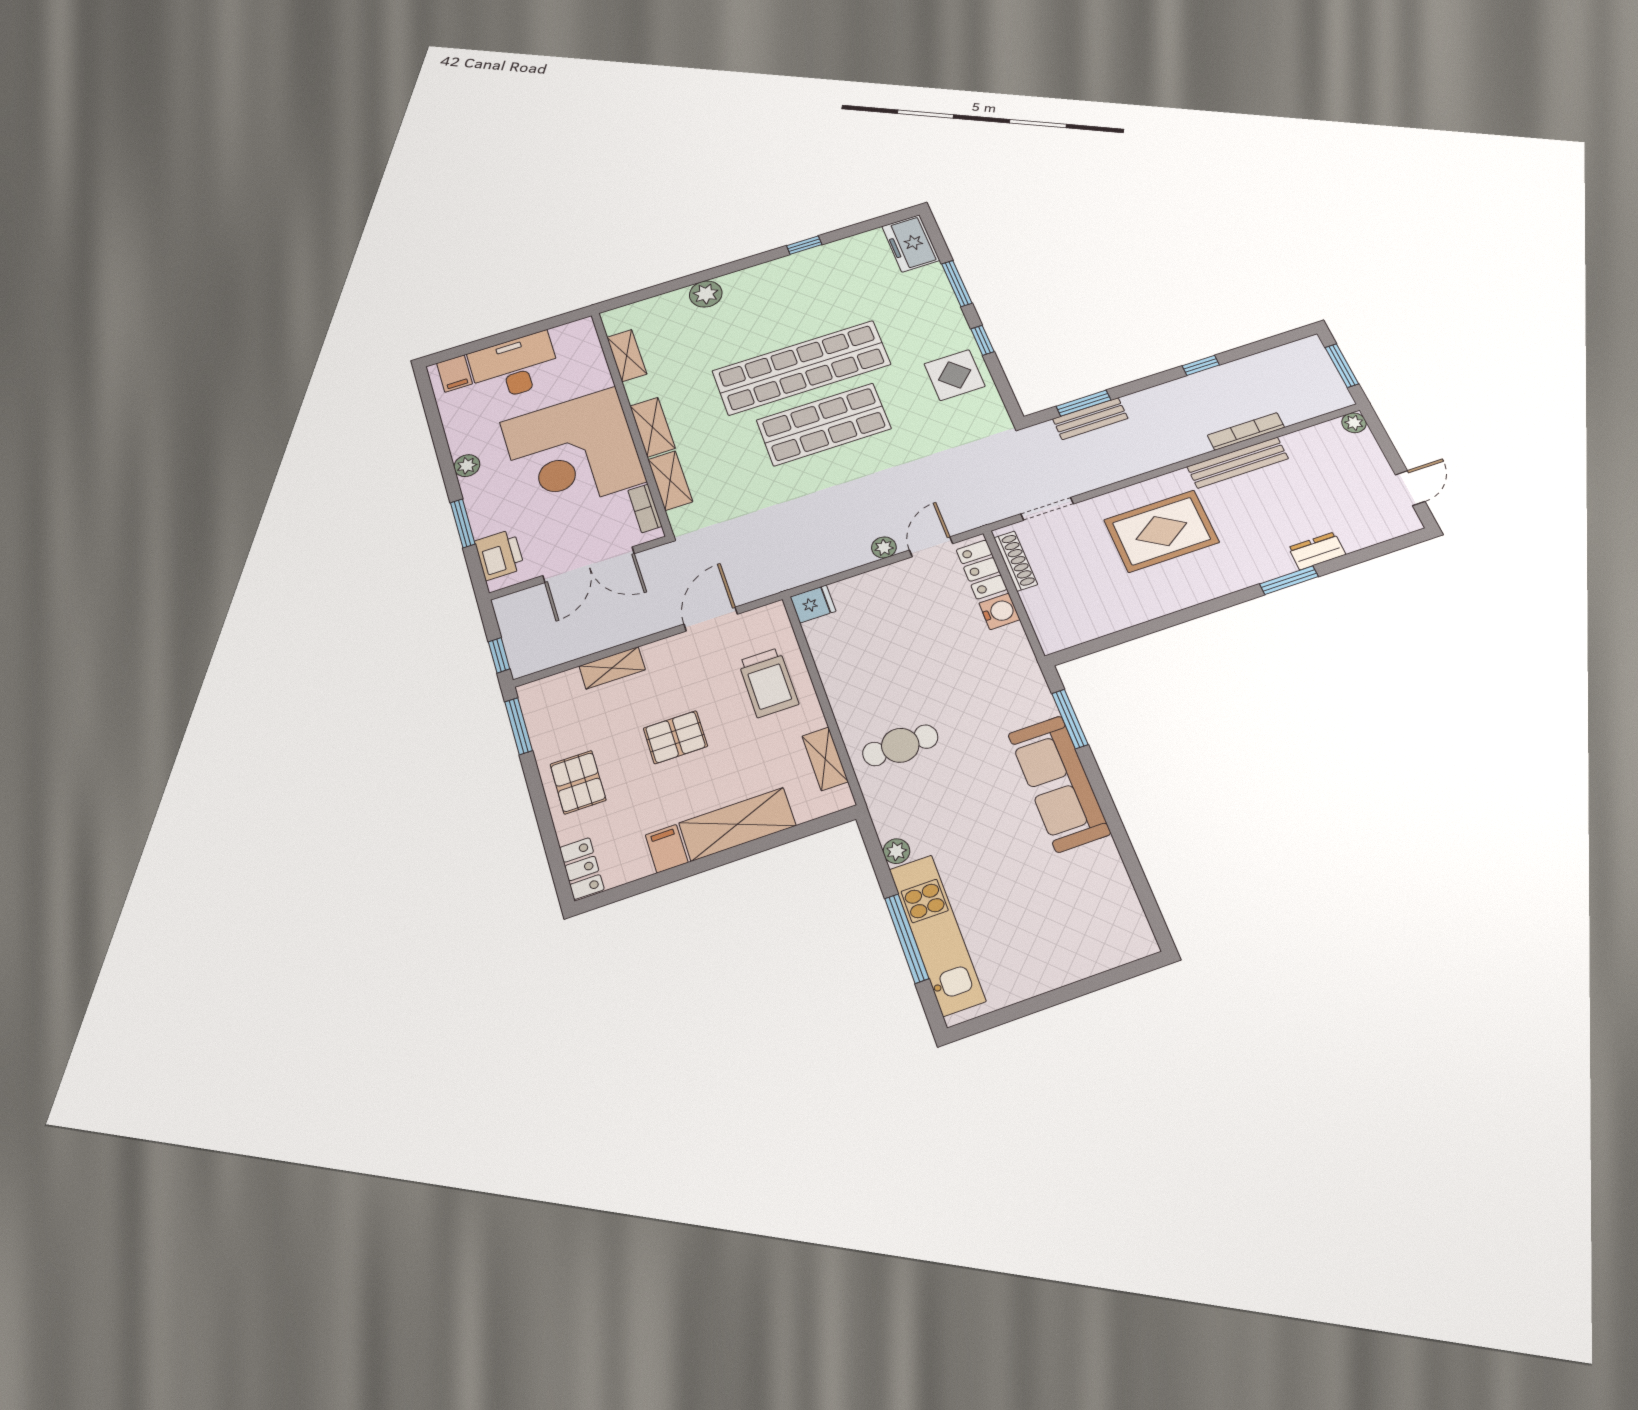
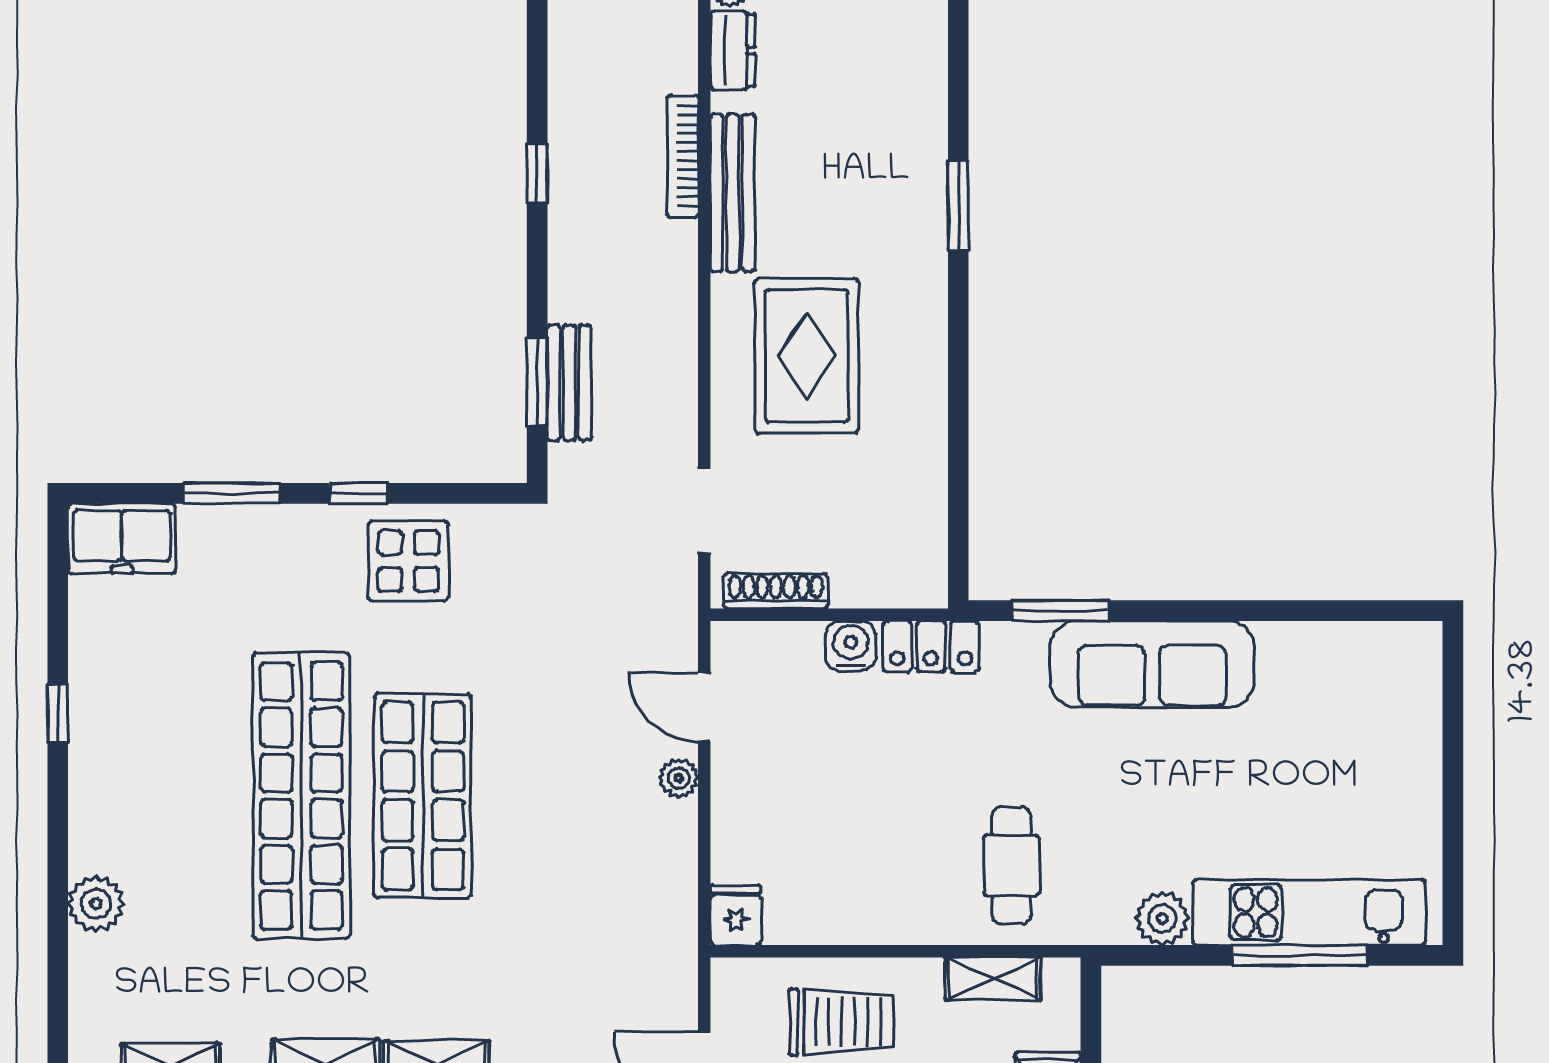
dresser: (1317, 551) -> (733, 50), moved, turned 180
locker: (982, 569) -> (931, 646), moved
plant: (896, 851) -> (1162, 919), width x1.38, depth x1.38

